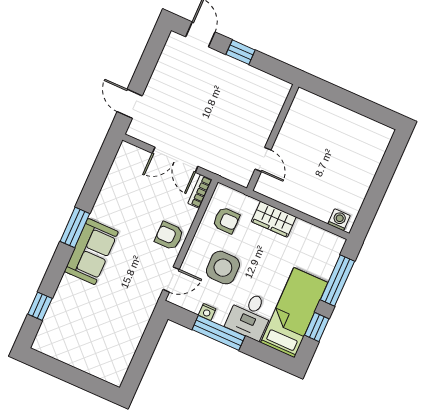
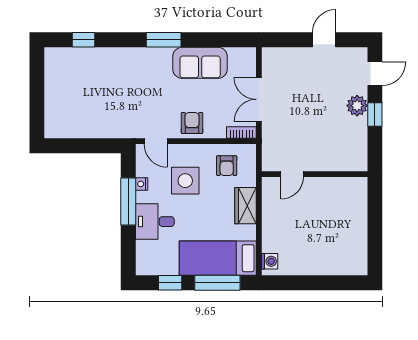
plant: (224, 66) -> (357, 106), added
door: (130, 104) -> (324, 40), moved
sofa: (91, 252) -> (200, 63), moved
bed: (294, 313) -> (218, 258), moved, turned 180

